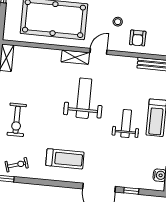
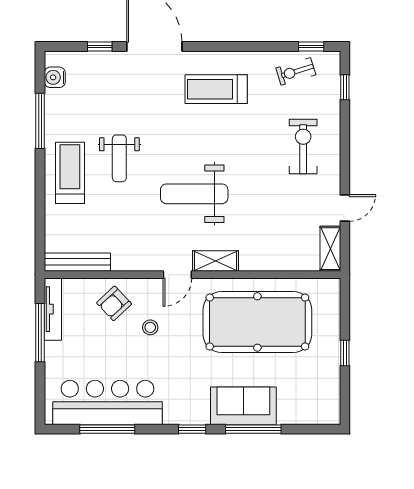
armchair: (138, 38) -> (114, 303), turned -133
weight bench: (84, 98) -> (194, 194), turned 90

